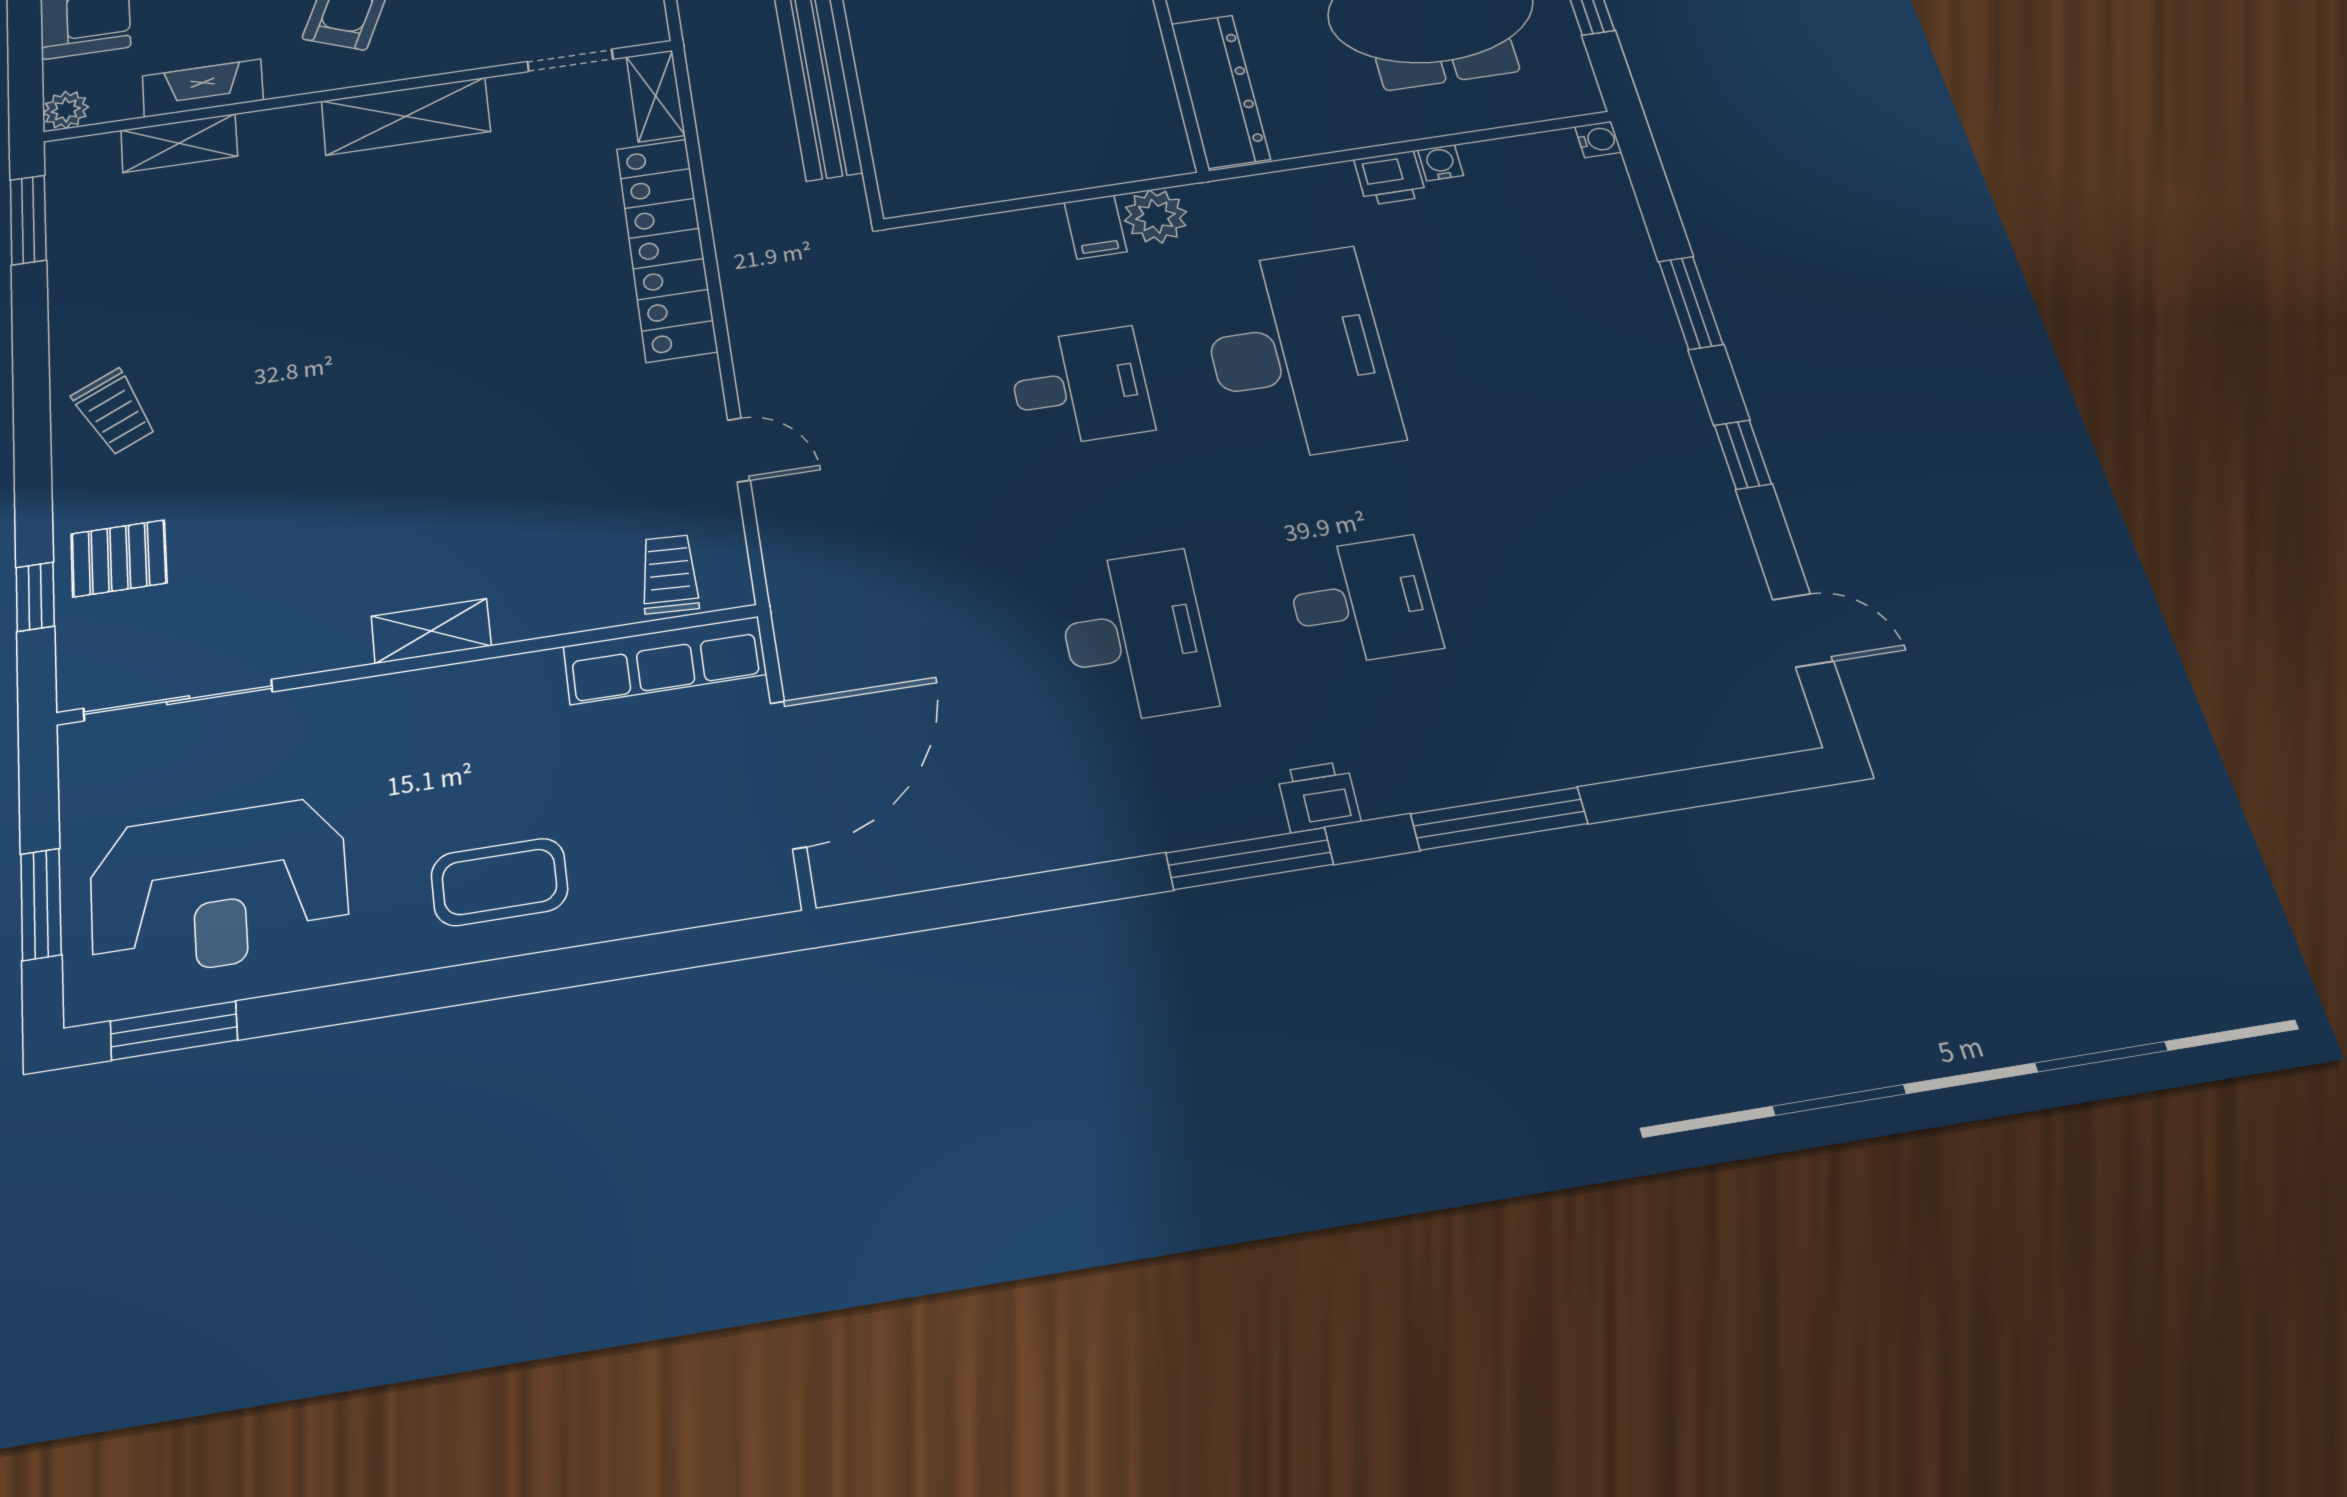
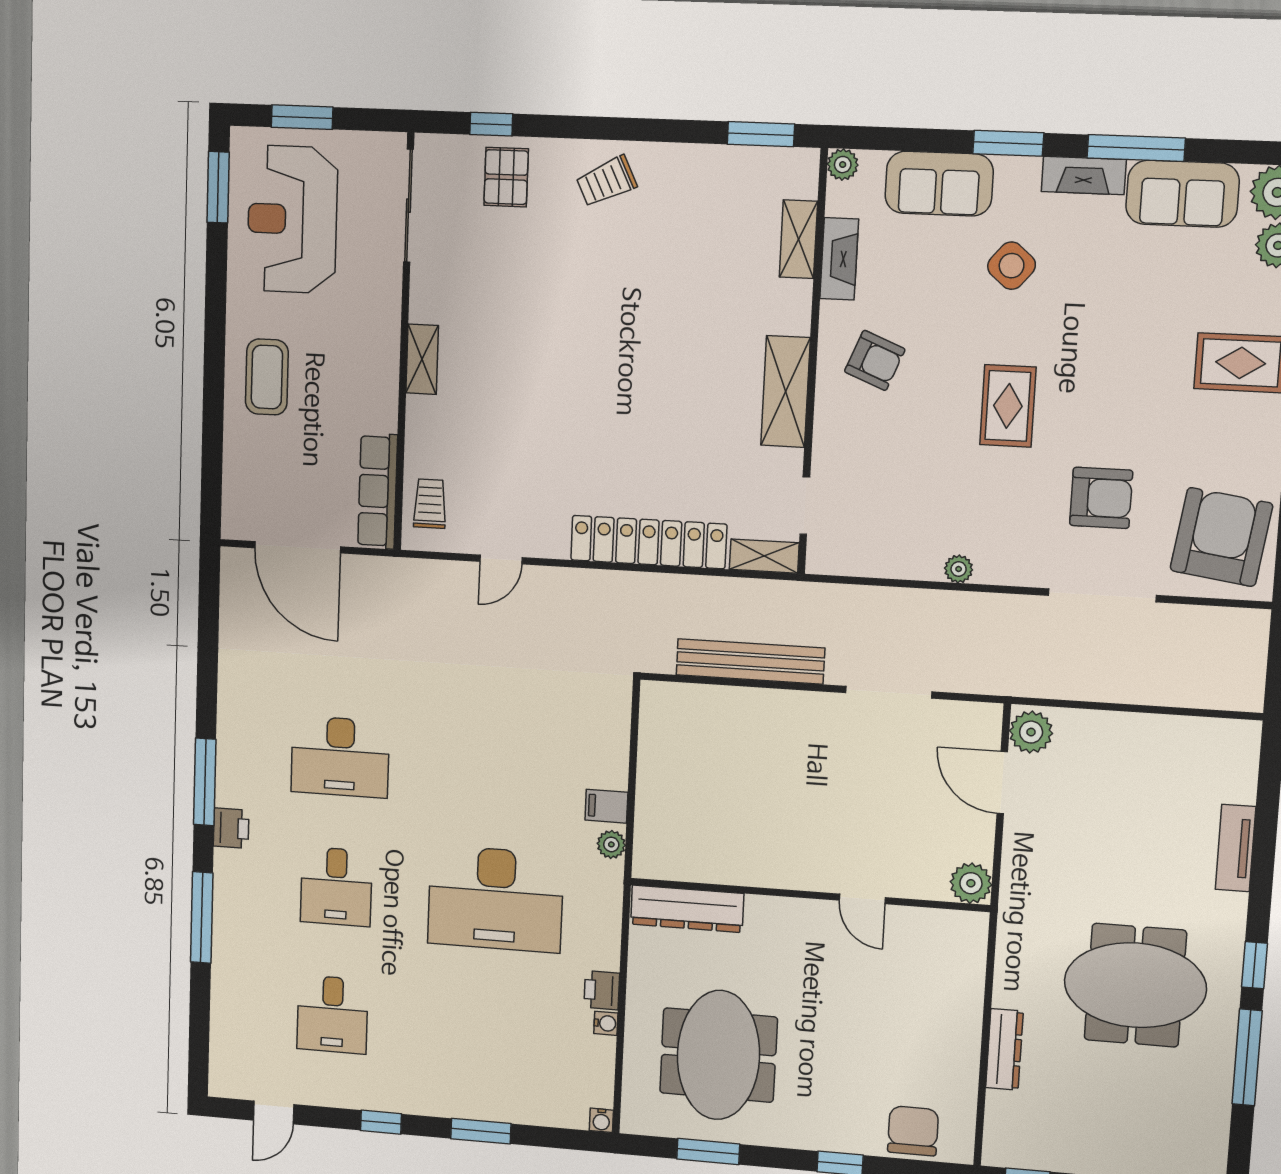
plant: (1156, 216) -> (611, 844), width x0.73, depth x0.73
desk: (1080, 387) -> (332, 1014), moved
trolley: (669, 574) -> (430, 504), turned -93

